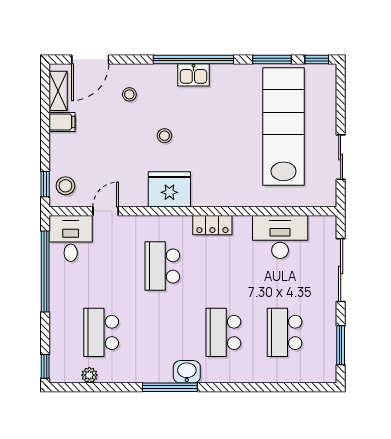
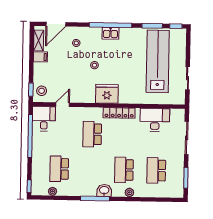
fridge: (169, 189) -> (107, 94), moved
locker: (212, 225) -> (119, 113), width x1.53
plant: (235, 375) -> (129, 192), added

